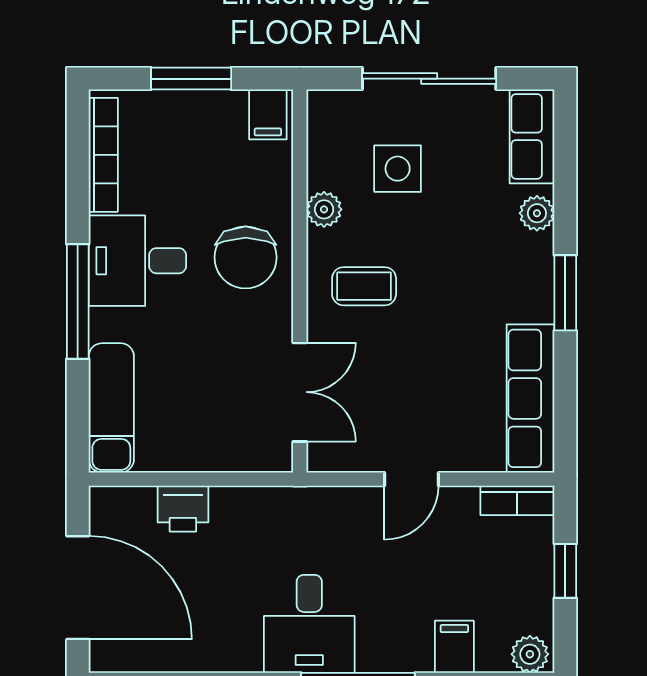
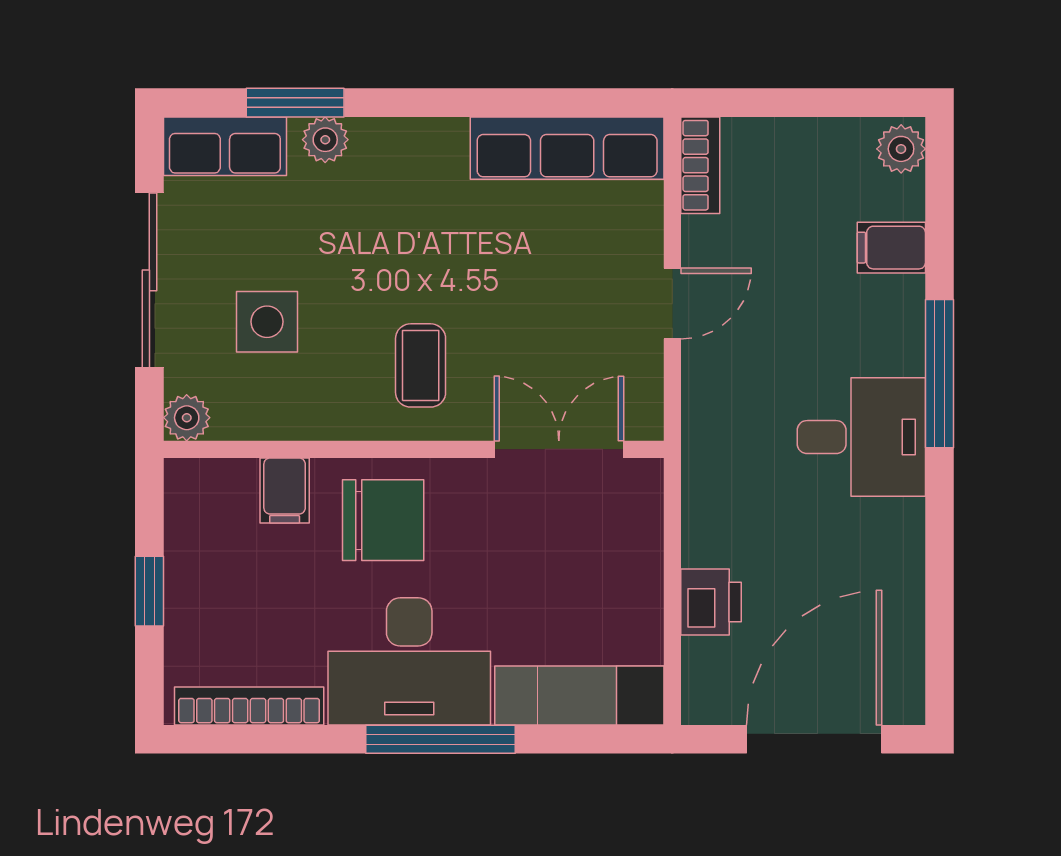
window: (191, 79) -> (149, 591), width x0.67
filing cabinet: (268, 114) -> (285, 491), moved, turned 90
plant: (324, 209) -> (187, 418), moved
desk: (137, 261) -> (409, 661), width x1.37
window: (565, 293) -> (295, 103), moved
door: (411, 479) -> (672, 304), hinge flipped
window: (565, 571) -> (792, 103), removed

